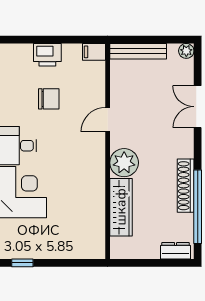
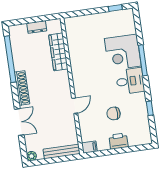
plant: (124, 163) -> (60, 80), removed
shoe rack: (186, 186) -> (22, 88), moved
dresser: (176, 251) -> (37, 27), moved

